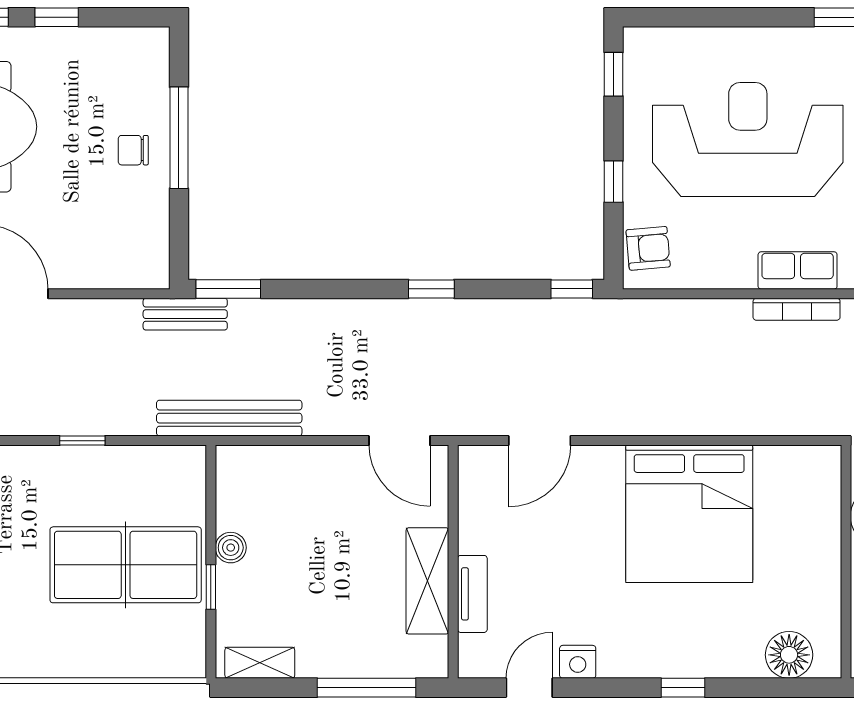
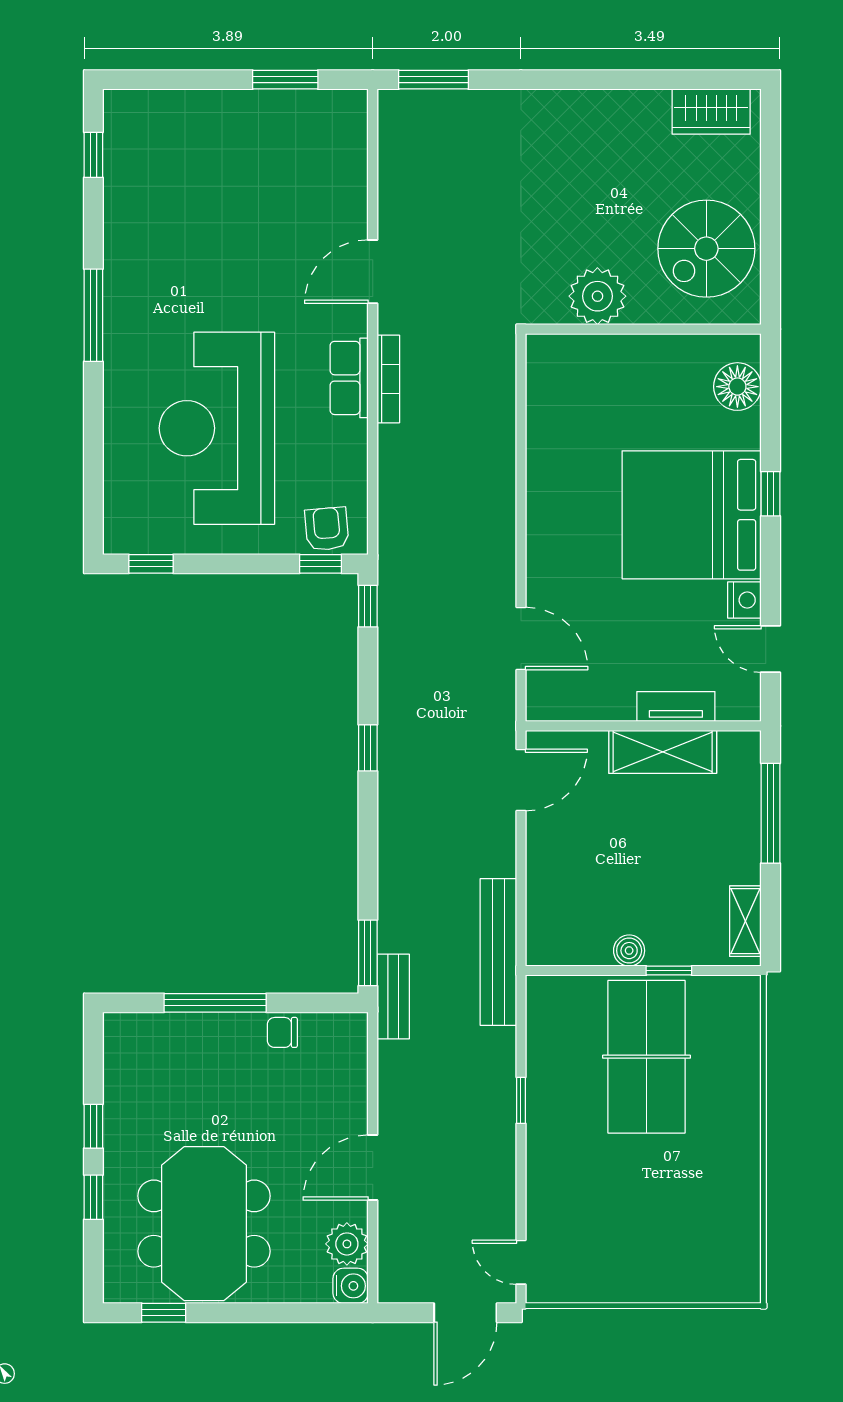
chair: (133, 150) -> (282, 1032), moved, turned 90
window: (614, 182) -> (320, 564), moved
bed: (689, 514) -> (692, 515), moved, turned 180

